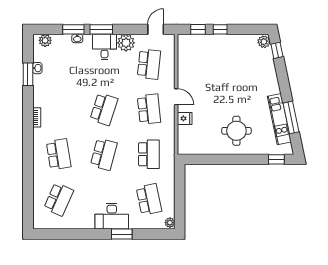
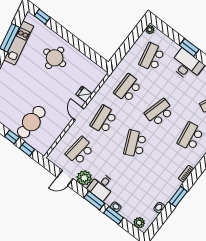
door: (156, 29) -> (65, 178), moved
cafe table: (213, 56) -> (31, 122), added
window: (28, 74) -> (178, 197), moved
school desk: (104, 109) -> (135, 144), turned -42

